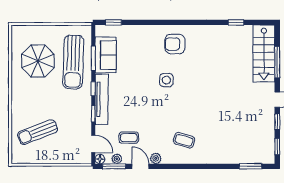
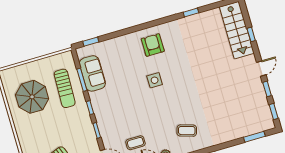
window: (236, 22) -> (191, 13), moved
armchair: (175, 44) -> (153, 45), turned 90
sun lounger: (73, 62) -> (65, 88), width x0.73, depth x0.75
window: (277, 62) -> (251, 34), width x0.46
tv unit: (102, 99) -> (100, 115), removed

